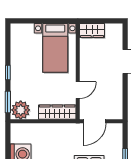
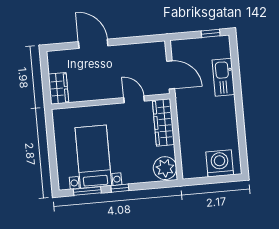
bed with nightstands: (55, 48) -> (93, 157), moved, turned -90
window: (8, 102) -> (87, 191), moved

